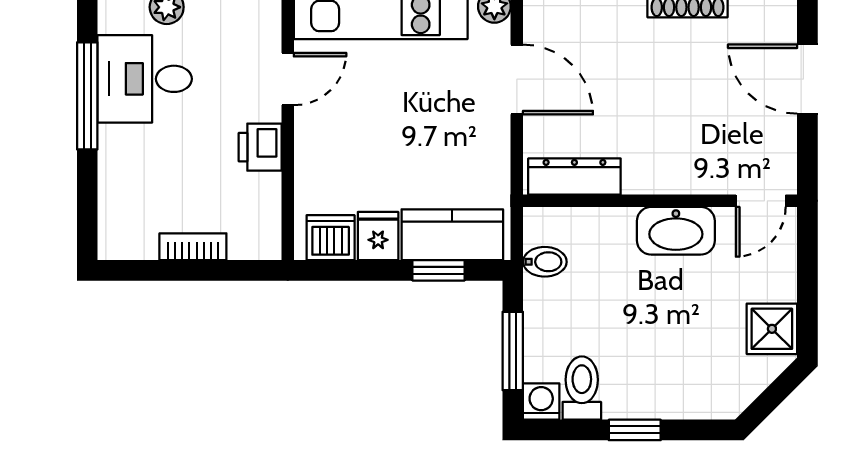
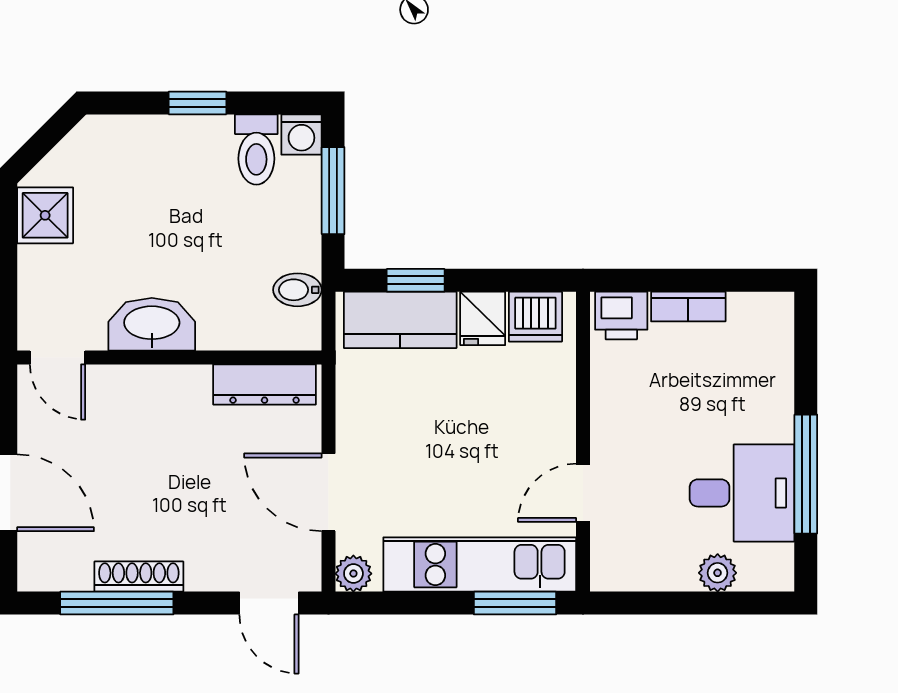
printer: (260, 147) -> (621, 315), moved, turned 90
door: (761, 201) -> (58, 358), swing flipped

